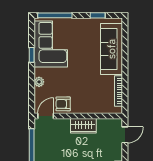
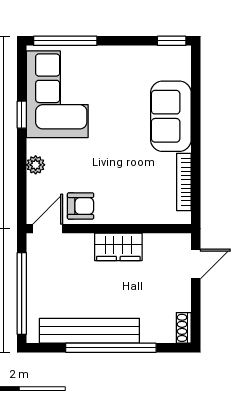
window: (98, 15) -> (172, 41), moved
sofa: (112, 49) -> (171, 116), width x0.73
armchair: (63, 104) -> (81, 206), turned 180

